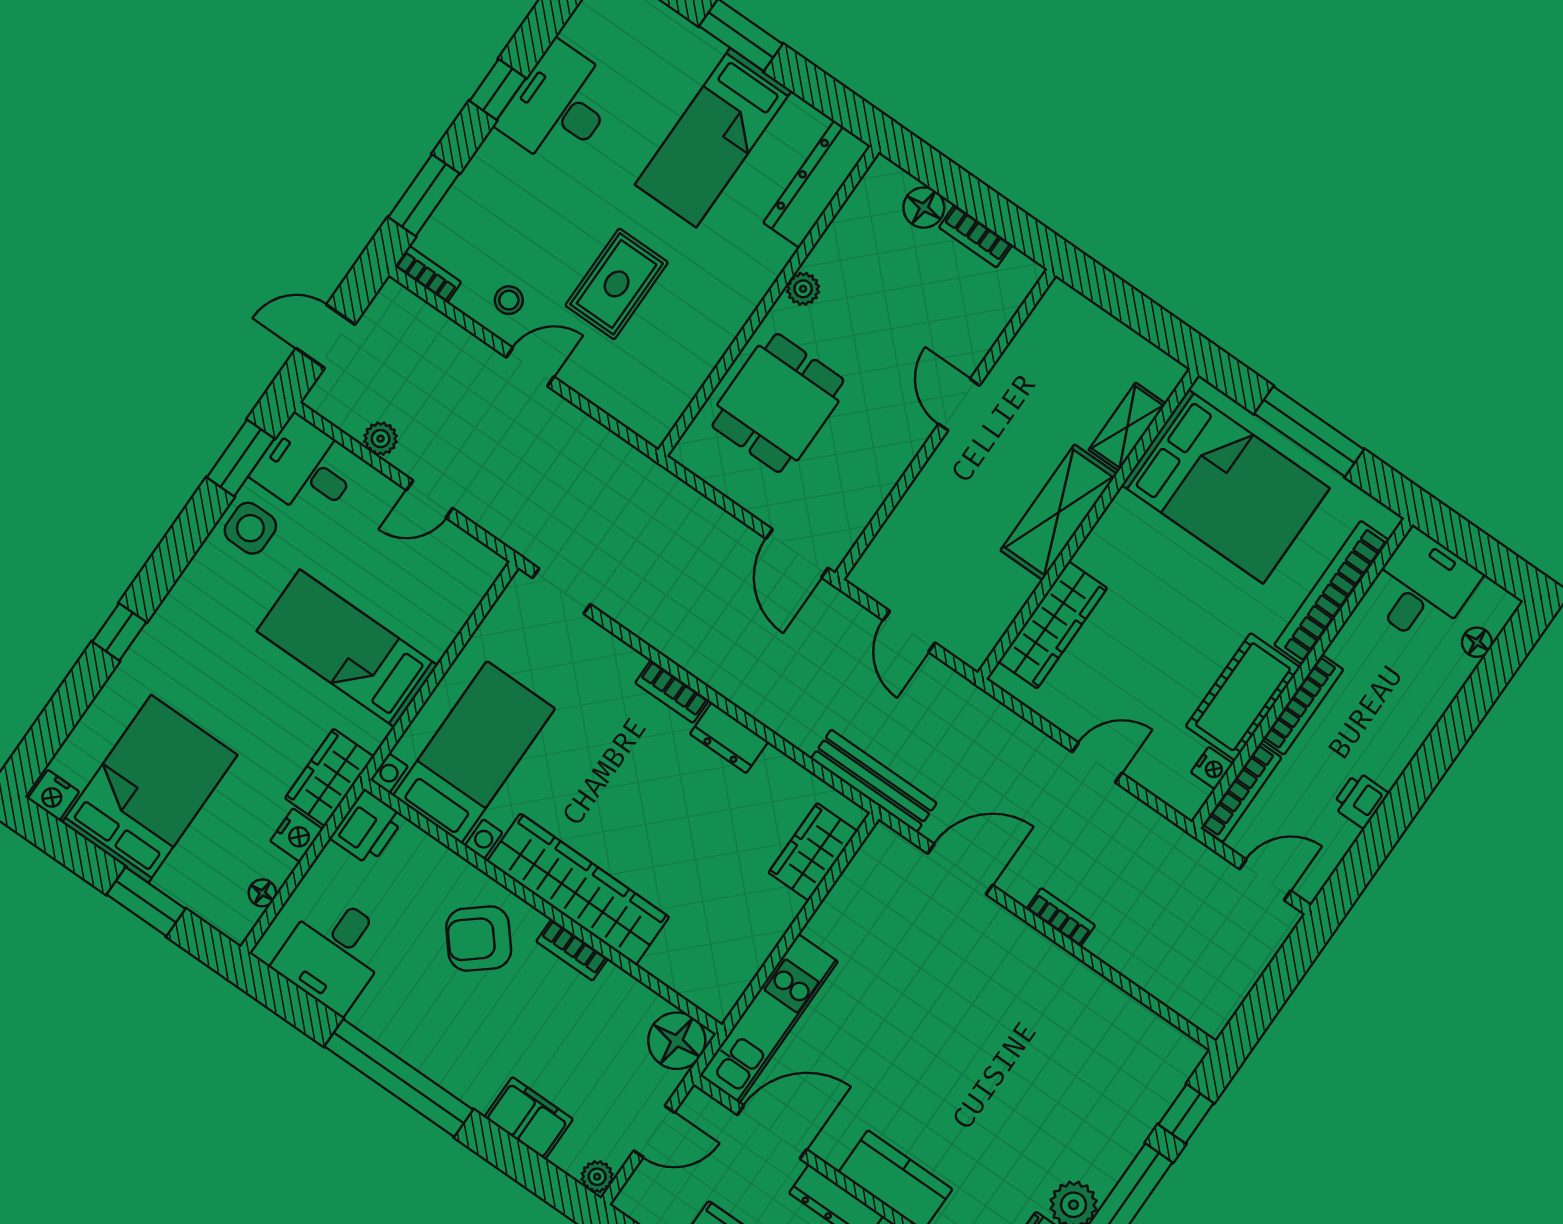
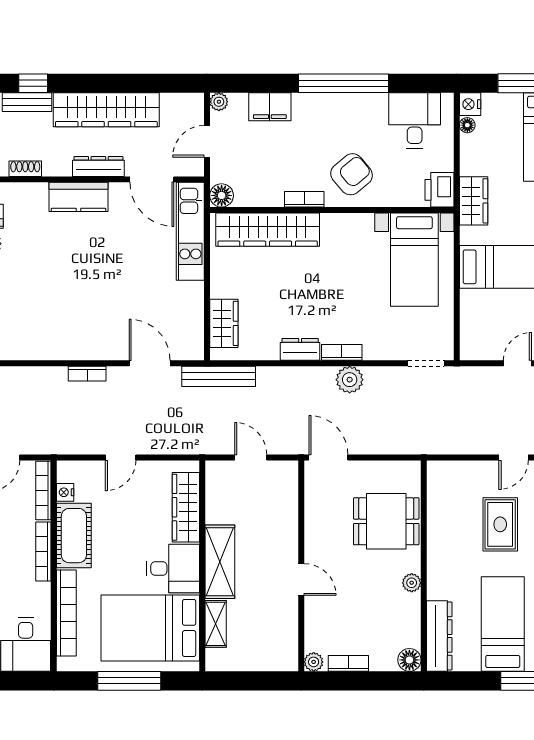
floor lamp: (924, 208) -> (409, 660), moved
plant: (1024, 273) -> (314, 662), added
dining table: (778, 403) -> (386, 521), turned 90
desk: (1133, 549) -> (173, 568), added
plant: (688, 644) -> (350, 380), added
nightstand: (297, 835) -> (470, 104), moved
door: (960, 869) -> (150, 363), swing flipped
wardrobe: (578, 889) -> (268, 230), moved
floor lamp: (677, 1041) -> (222, 195), width x0.73, depth x0.73
door: (772, 1132) -> (152, 179), hinge flipped

